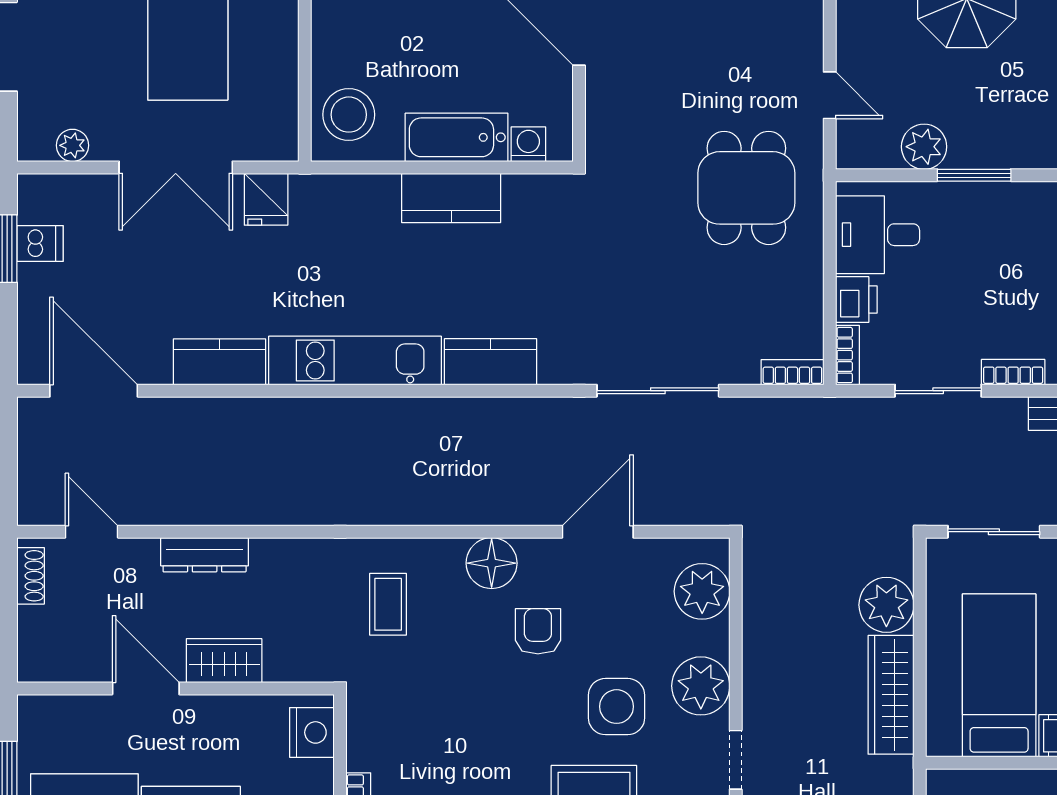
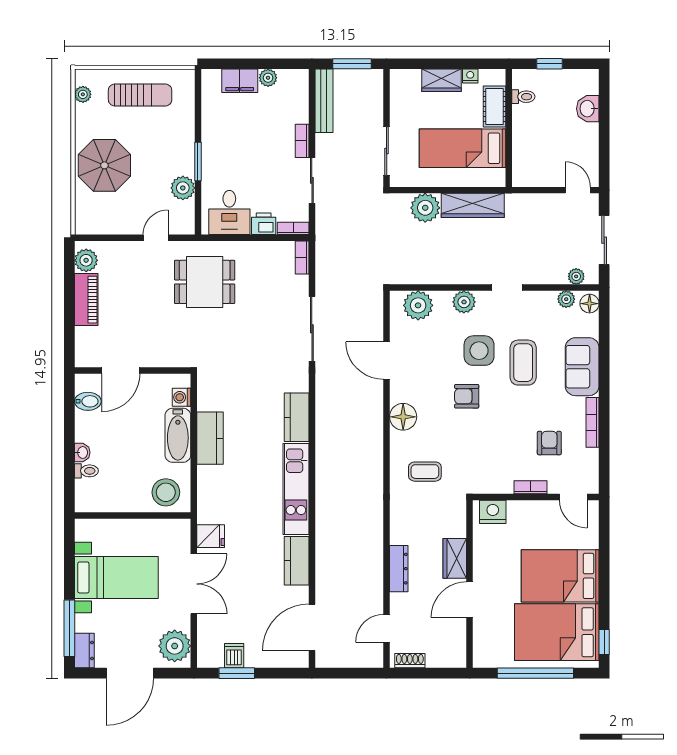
plant: (72, 145) -> (175, 646), width x1.87, depth x1.87
armchair: (538, 631) -> (467, 396), moved
plant: (701, 686) -> (464, 302), width x0.73, depth x0.73

